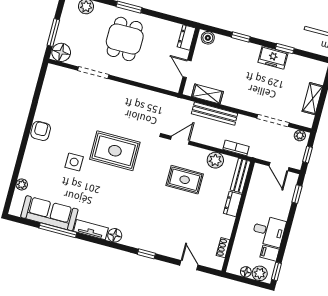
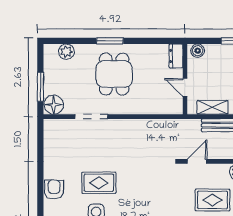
rug: (115, 151) -> (99, 183), moved, width x0.73, depth x0.70

